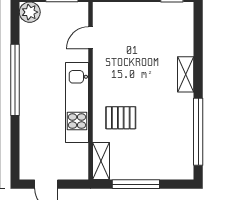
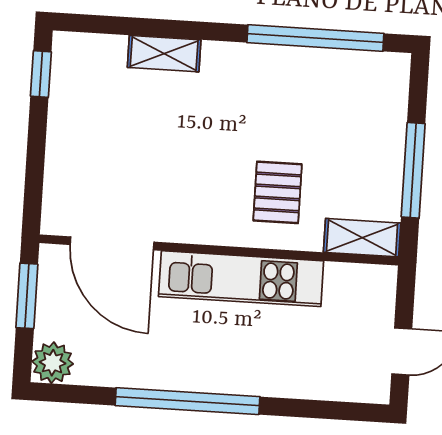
door: (90, 38) -> (112, 243), width x1.87
shelving: (186, 74) -> (164, 54), moved

